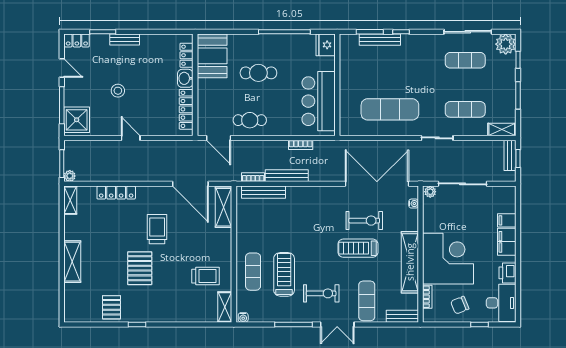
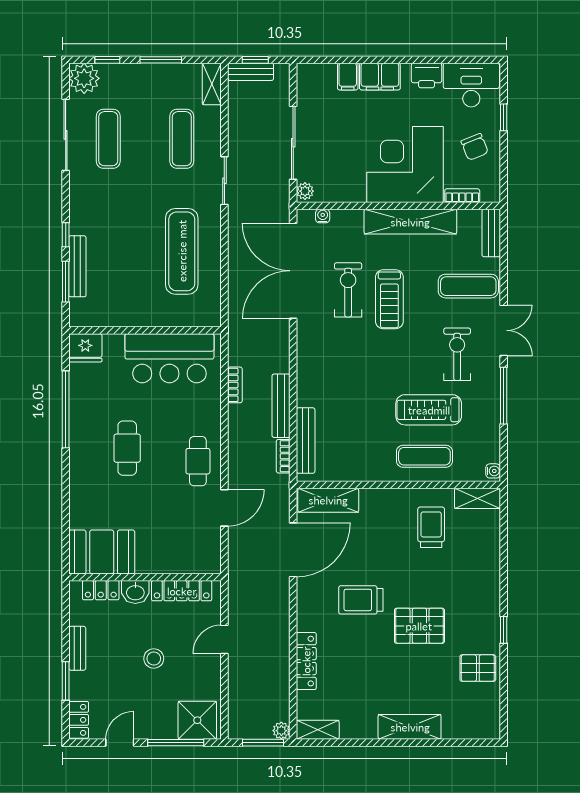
locker: (186, 55) -> (101, 590), moved
booth: (212, 56) -> (102, 552), moved
washbasin: (185, 78) -> (135, 592), moved
wall: (195, 85) -> (145, 577), moved
locker: (186, 109) -> (182, 591), moved

